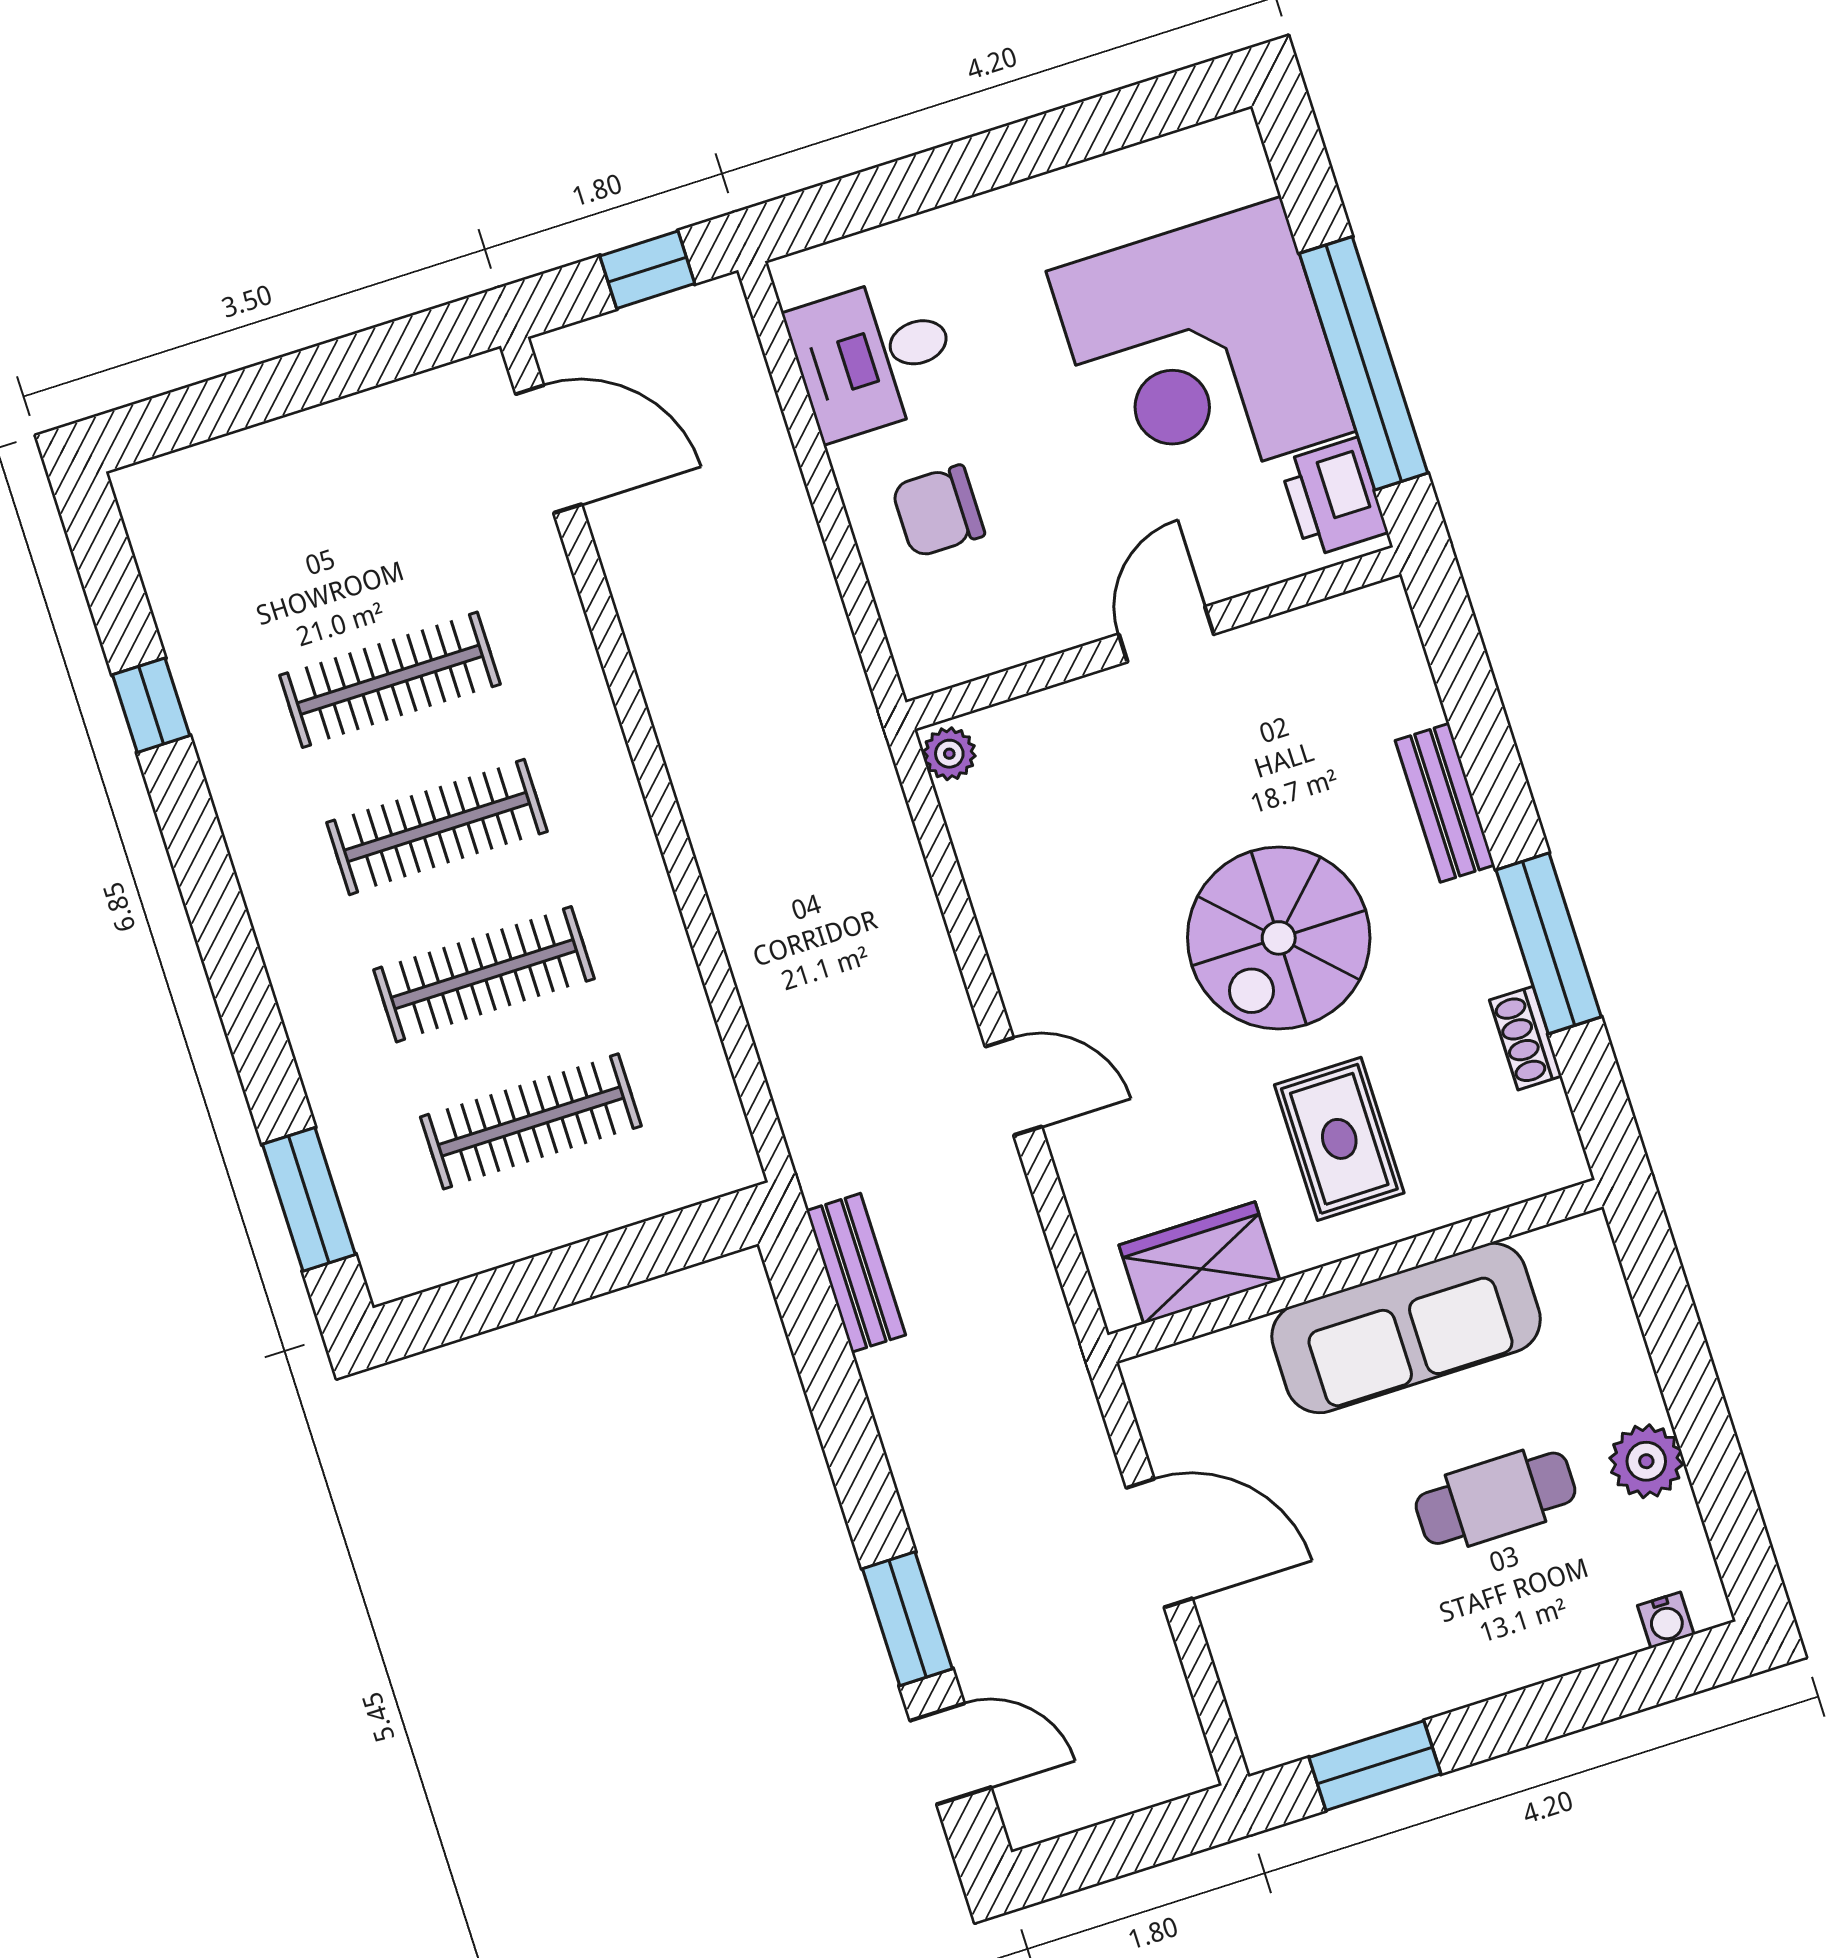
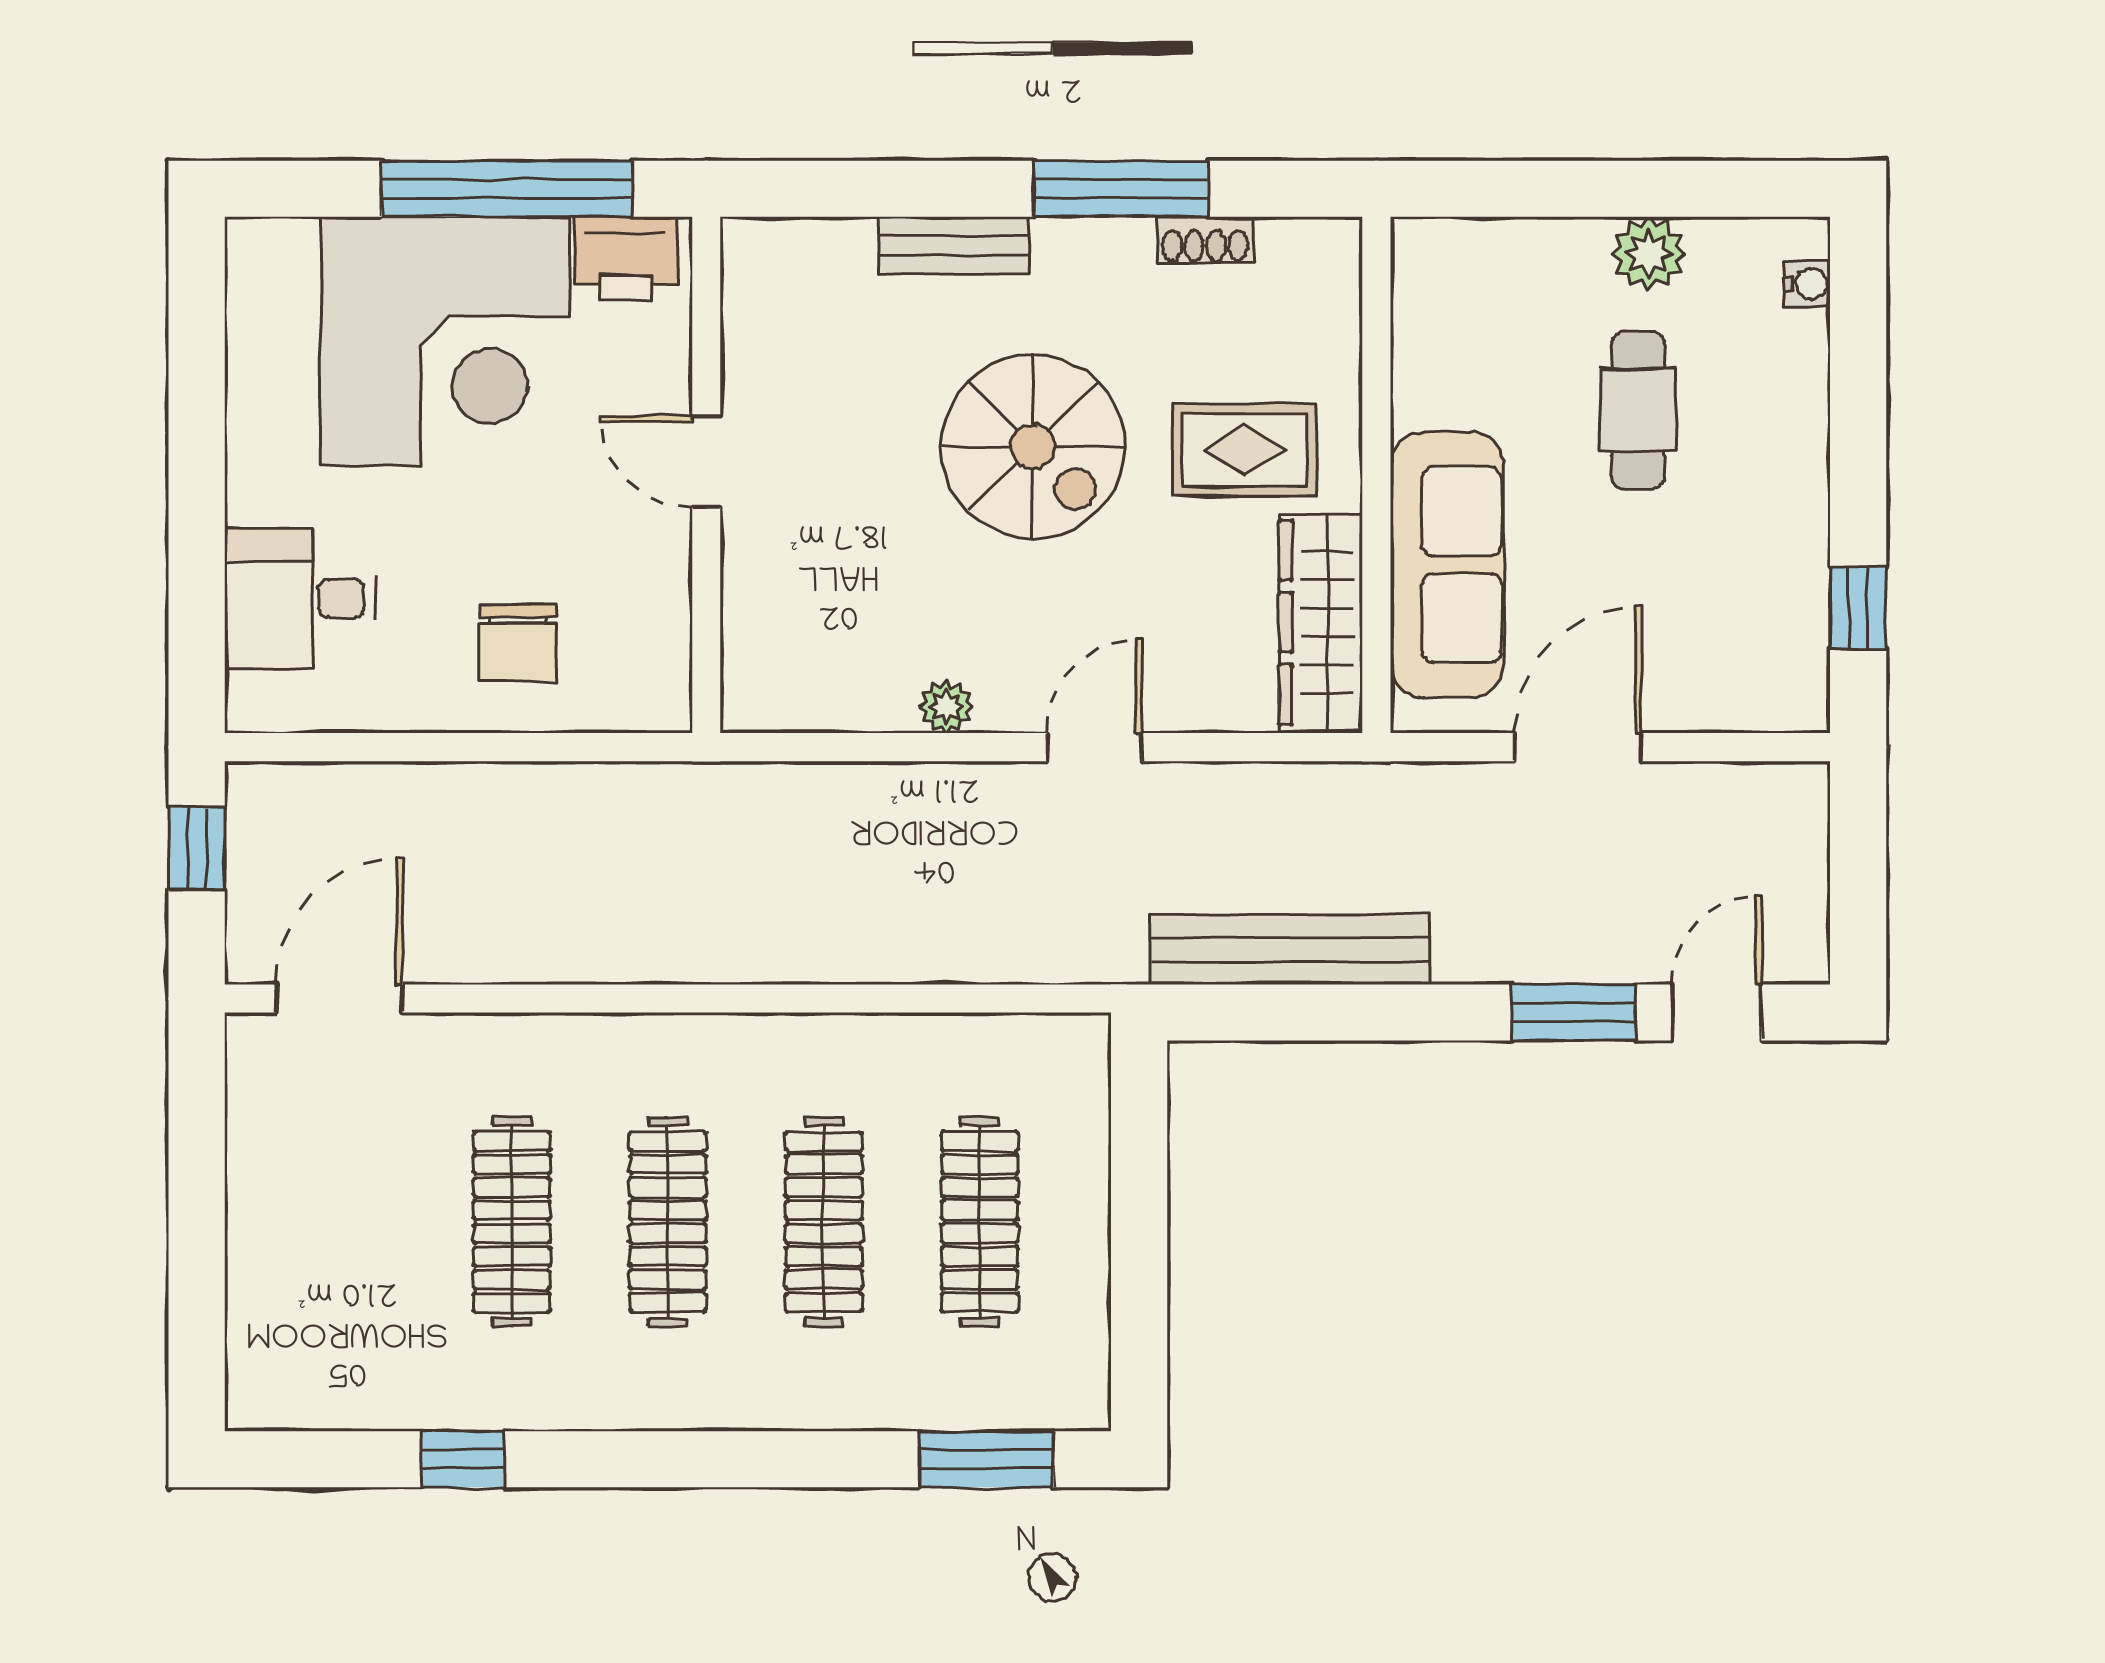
desk: (874, 356) -> (300, 598), moved, turned 90
plant: (949, 754) -> (946, 707), moved
wardrobe: (1199, 1263) -> (1321, 623), width x1.50
bench: (856, 1273) -> (1290, 950), width x1.86, depth x1.21
sofa: (1406, 1328) -> (1447, 565), moved
window: (1375, 1766) -> (1858, 608), width x0.67

